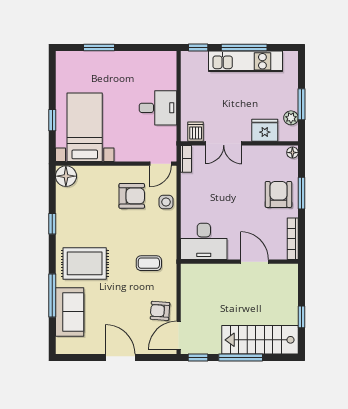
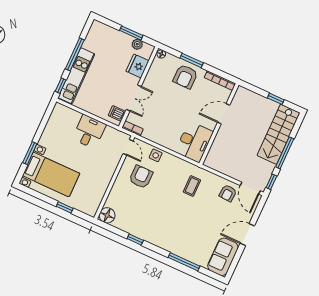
kitchen unit: (245, 61) -> (76, 76), moved
bed with nightstands: (85, 127) -> (51, 174), moved, turned 180
armchair: (278, 194) -> (185, 77), turned -90
rug: (85, 263) -> (172, 230), removed
sofa: (70, 312) -> (223, 257), moved, turned -90

